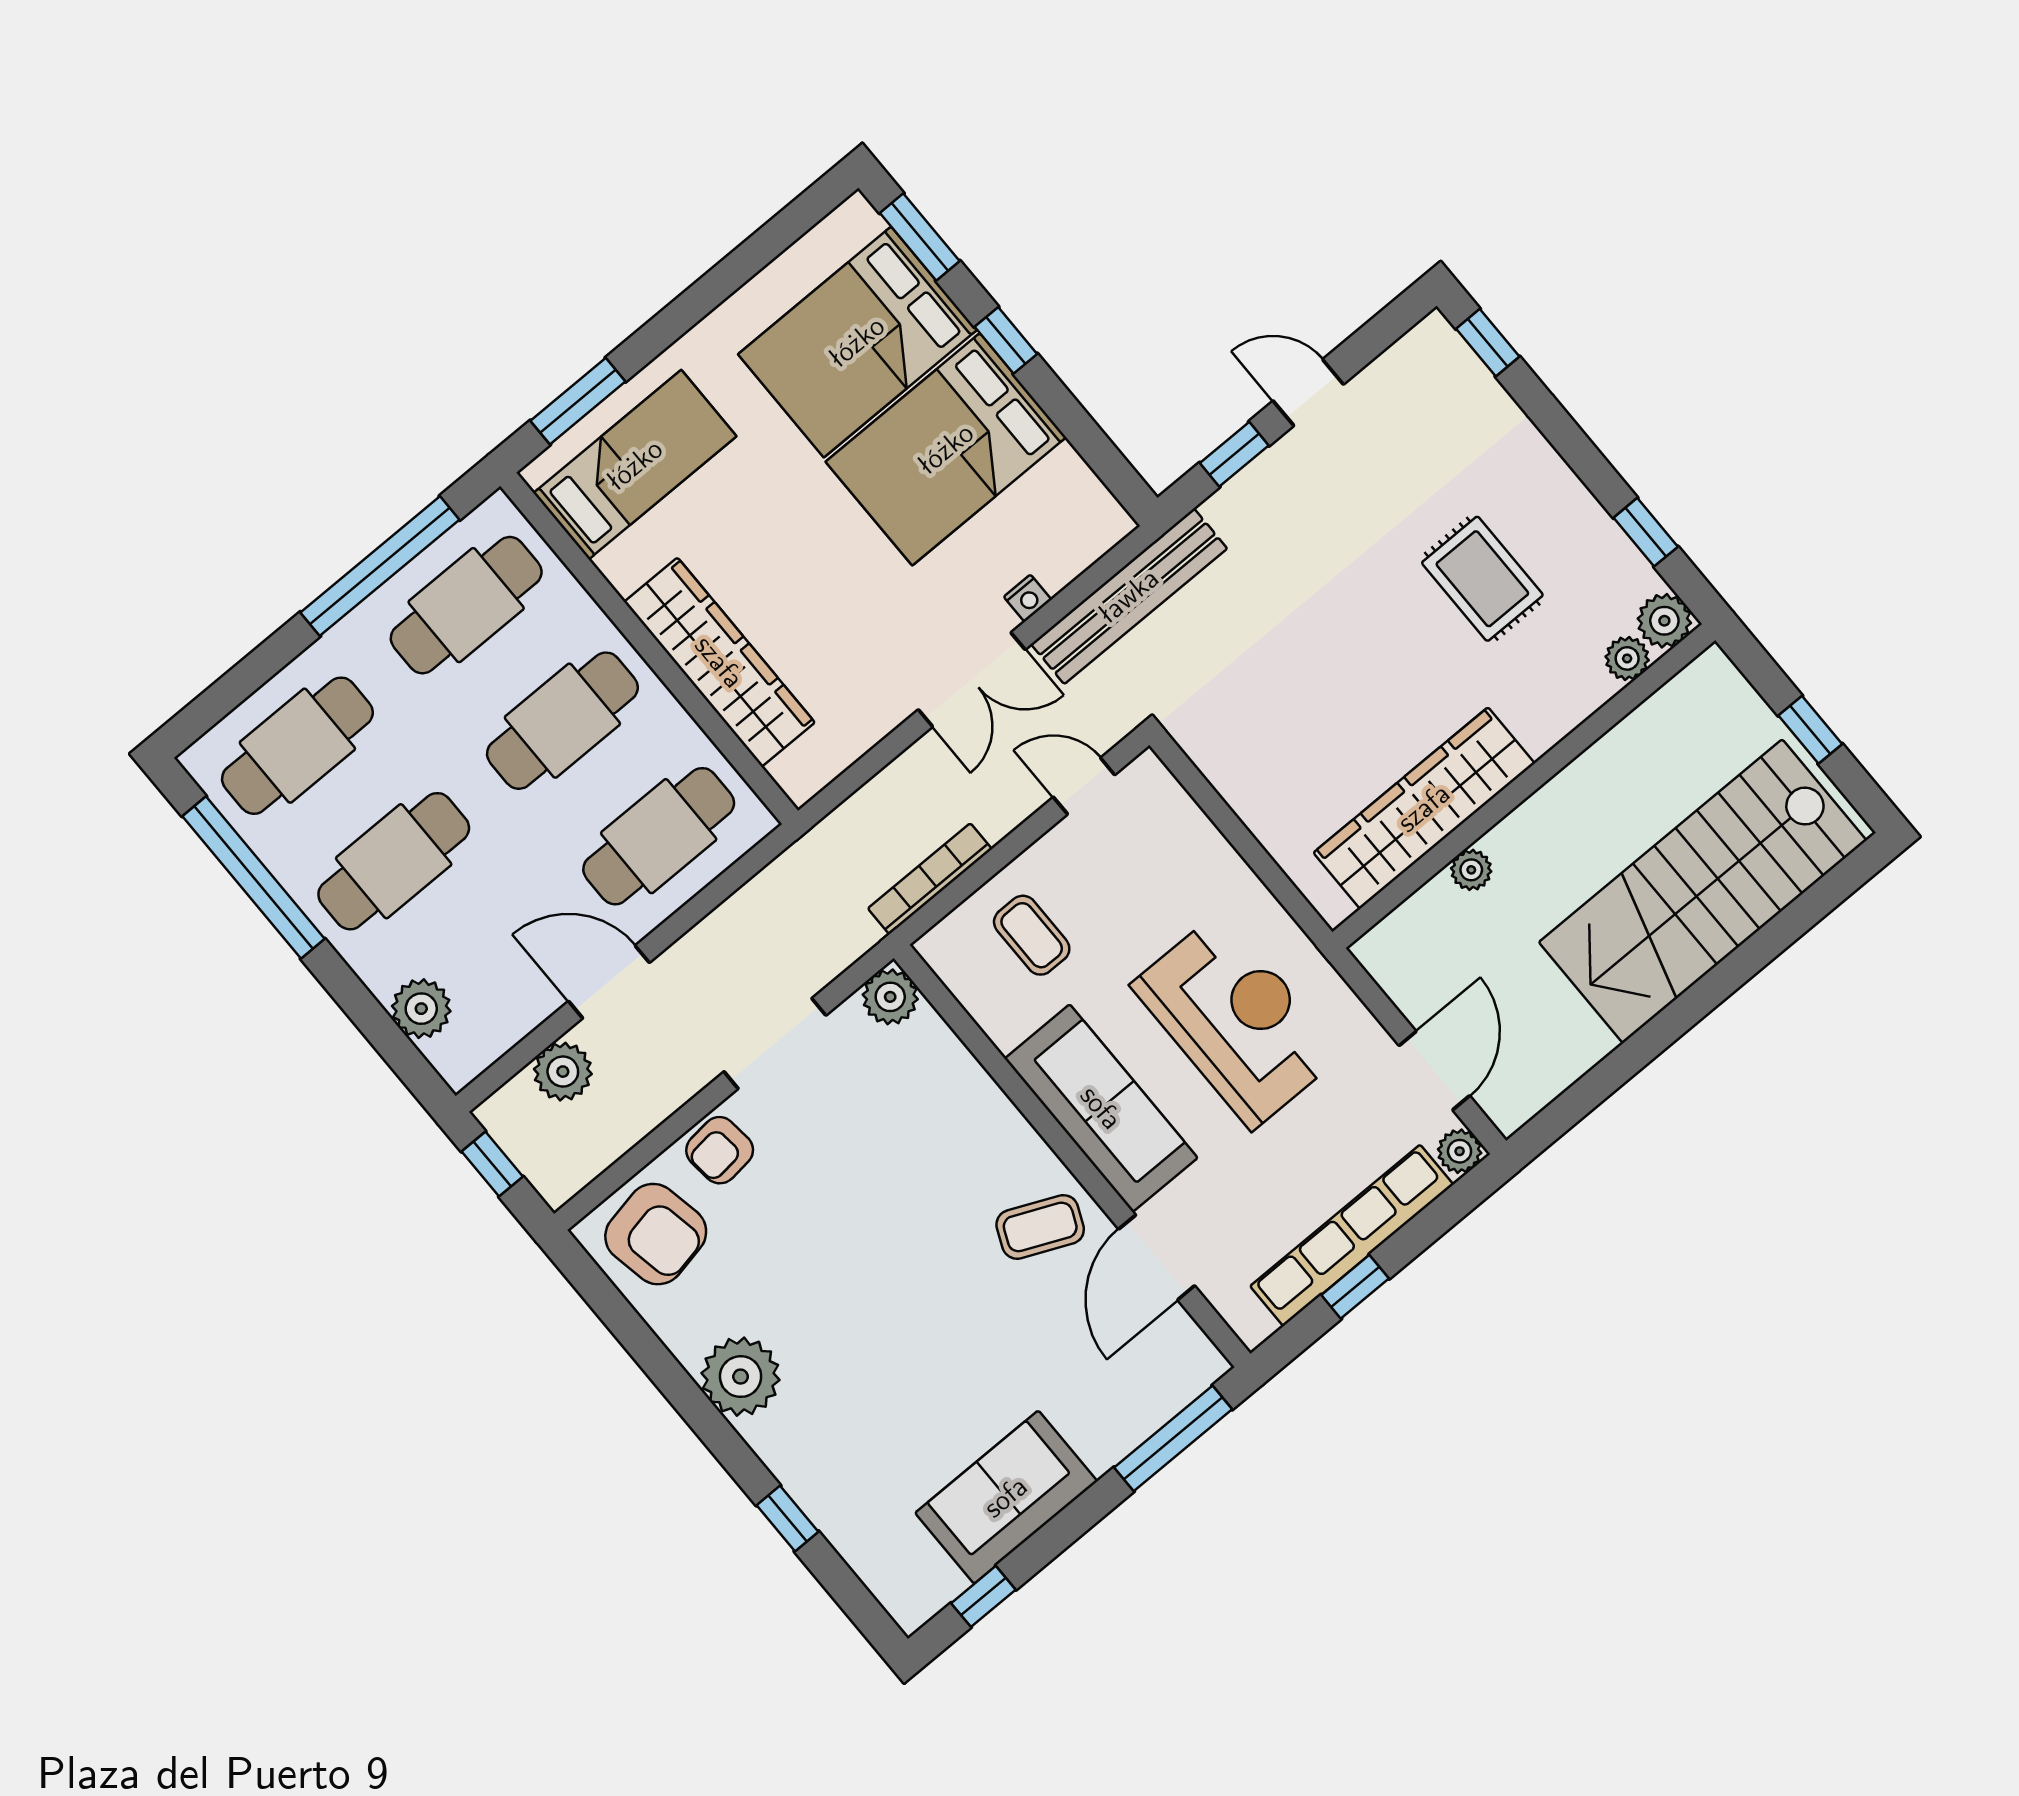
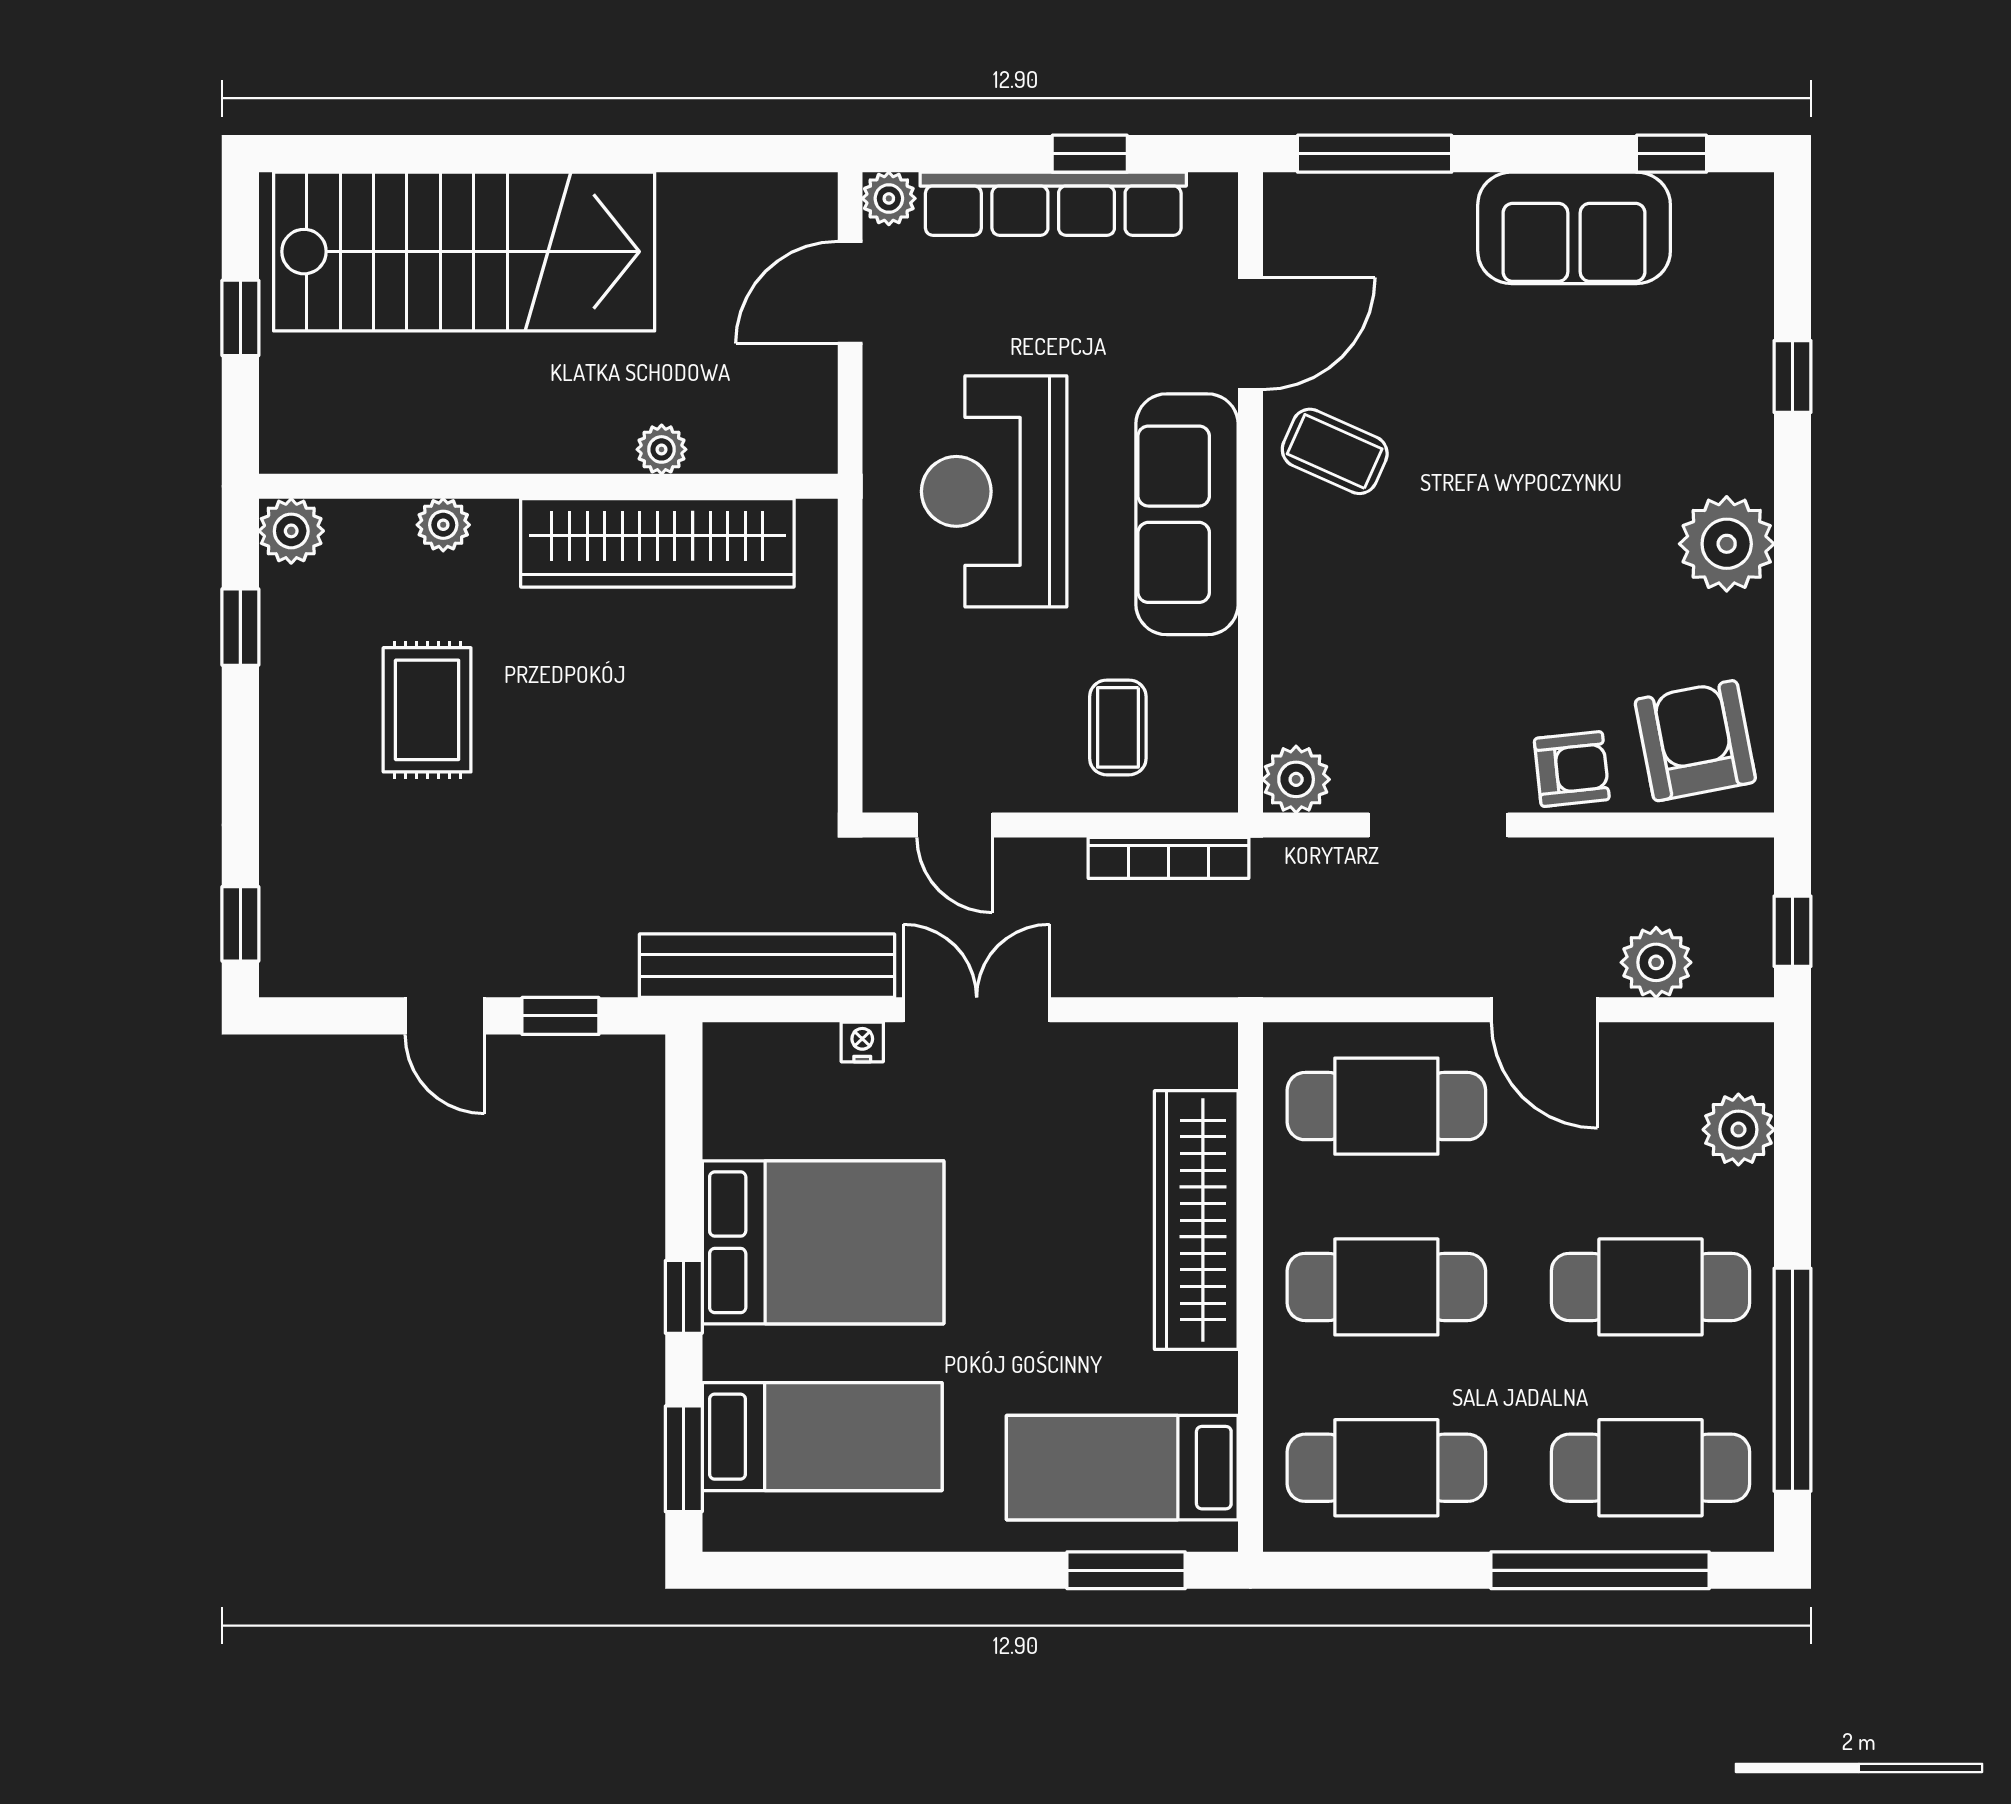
bed: (857, 342) -> (822, 1437), width x0.67
window: (380, 566) -> (1600, 1570), moved
plant: (1627, 658) -> (443, 525), moved

